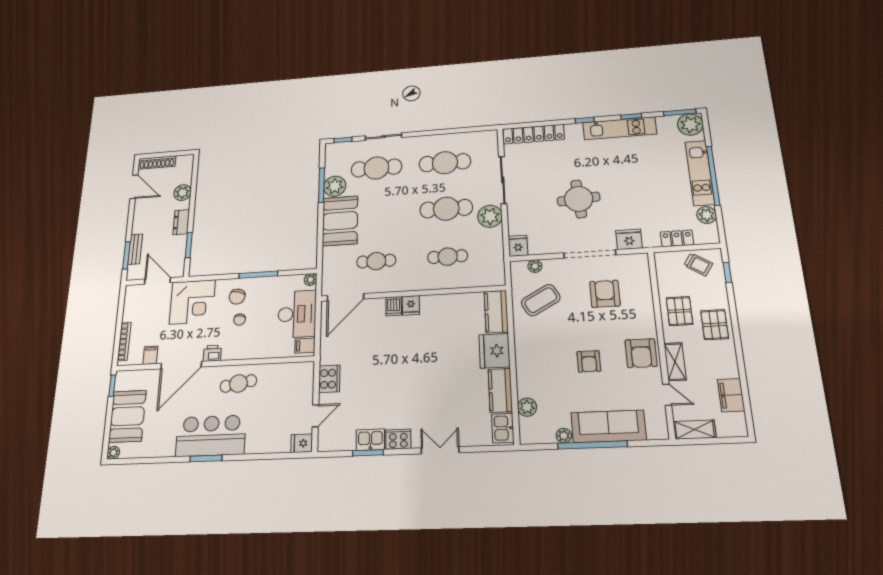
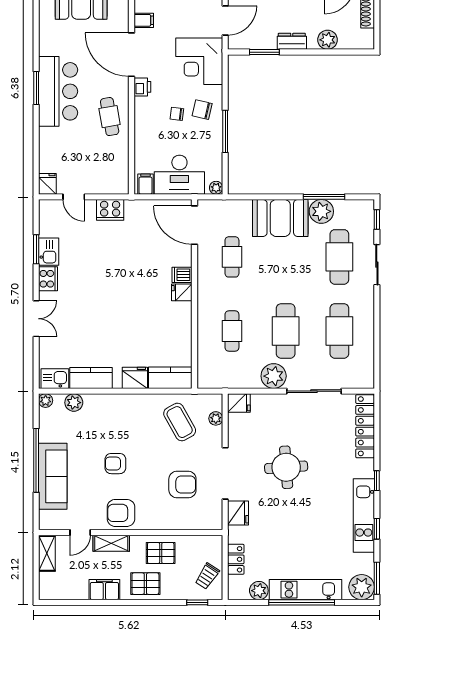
fridge: (494, 351) -> (135, 378), width x0.73, depth x0.75
filing cabinet: (731, 395) -> (104, 590), moved
plant: (564, 436) -> (46, 401), moved

